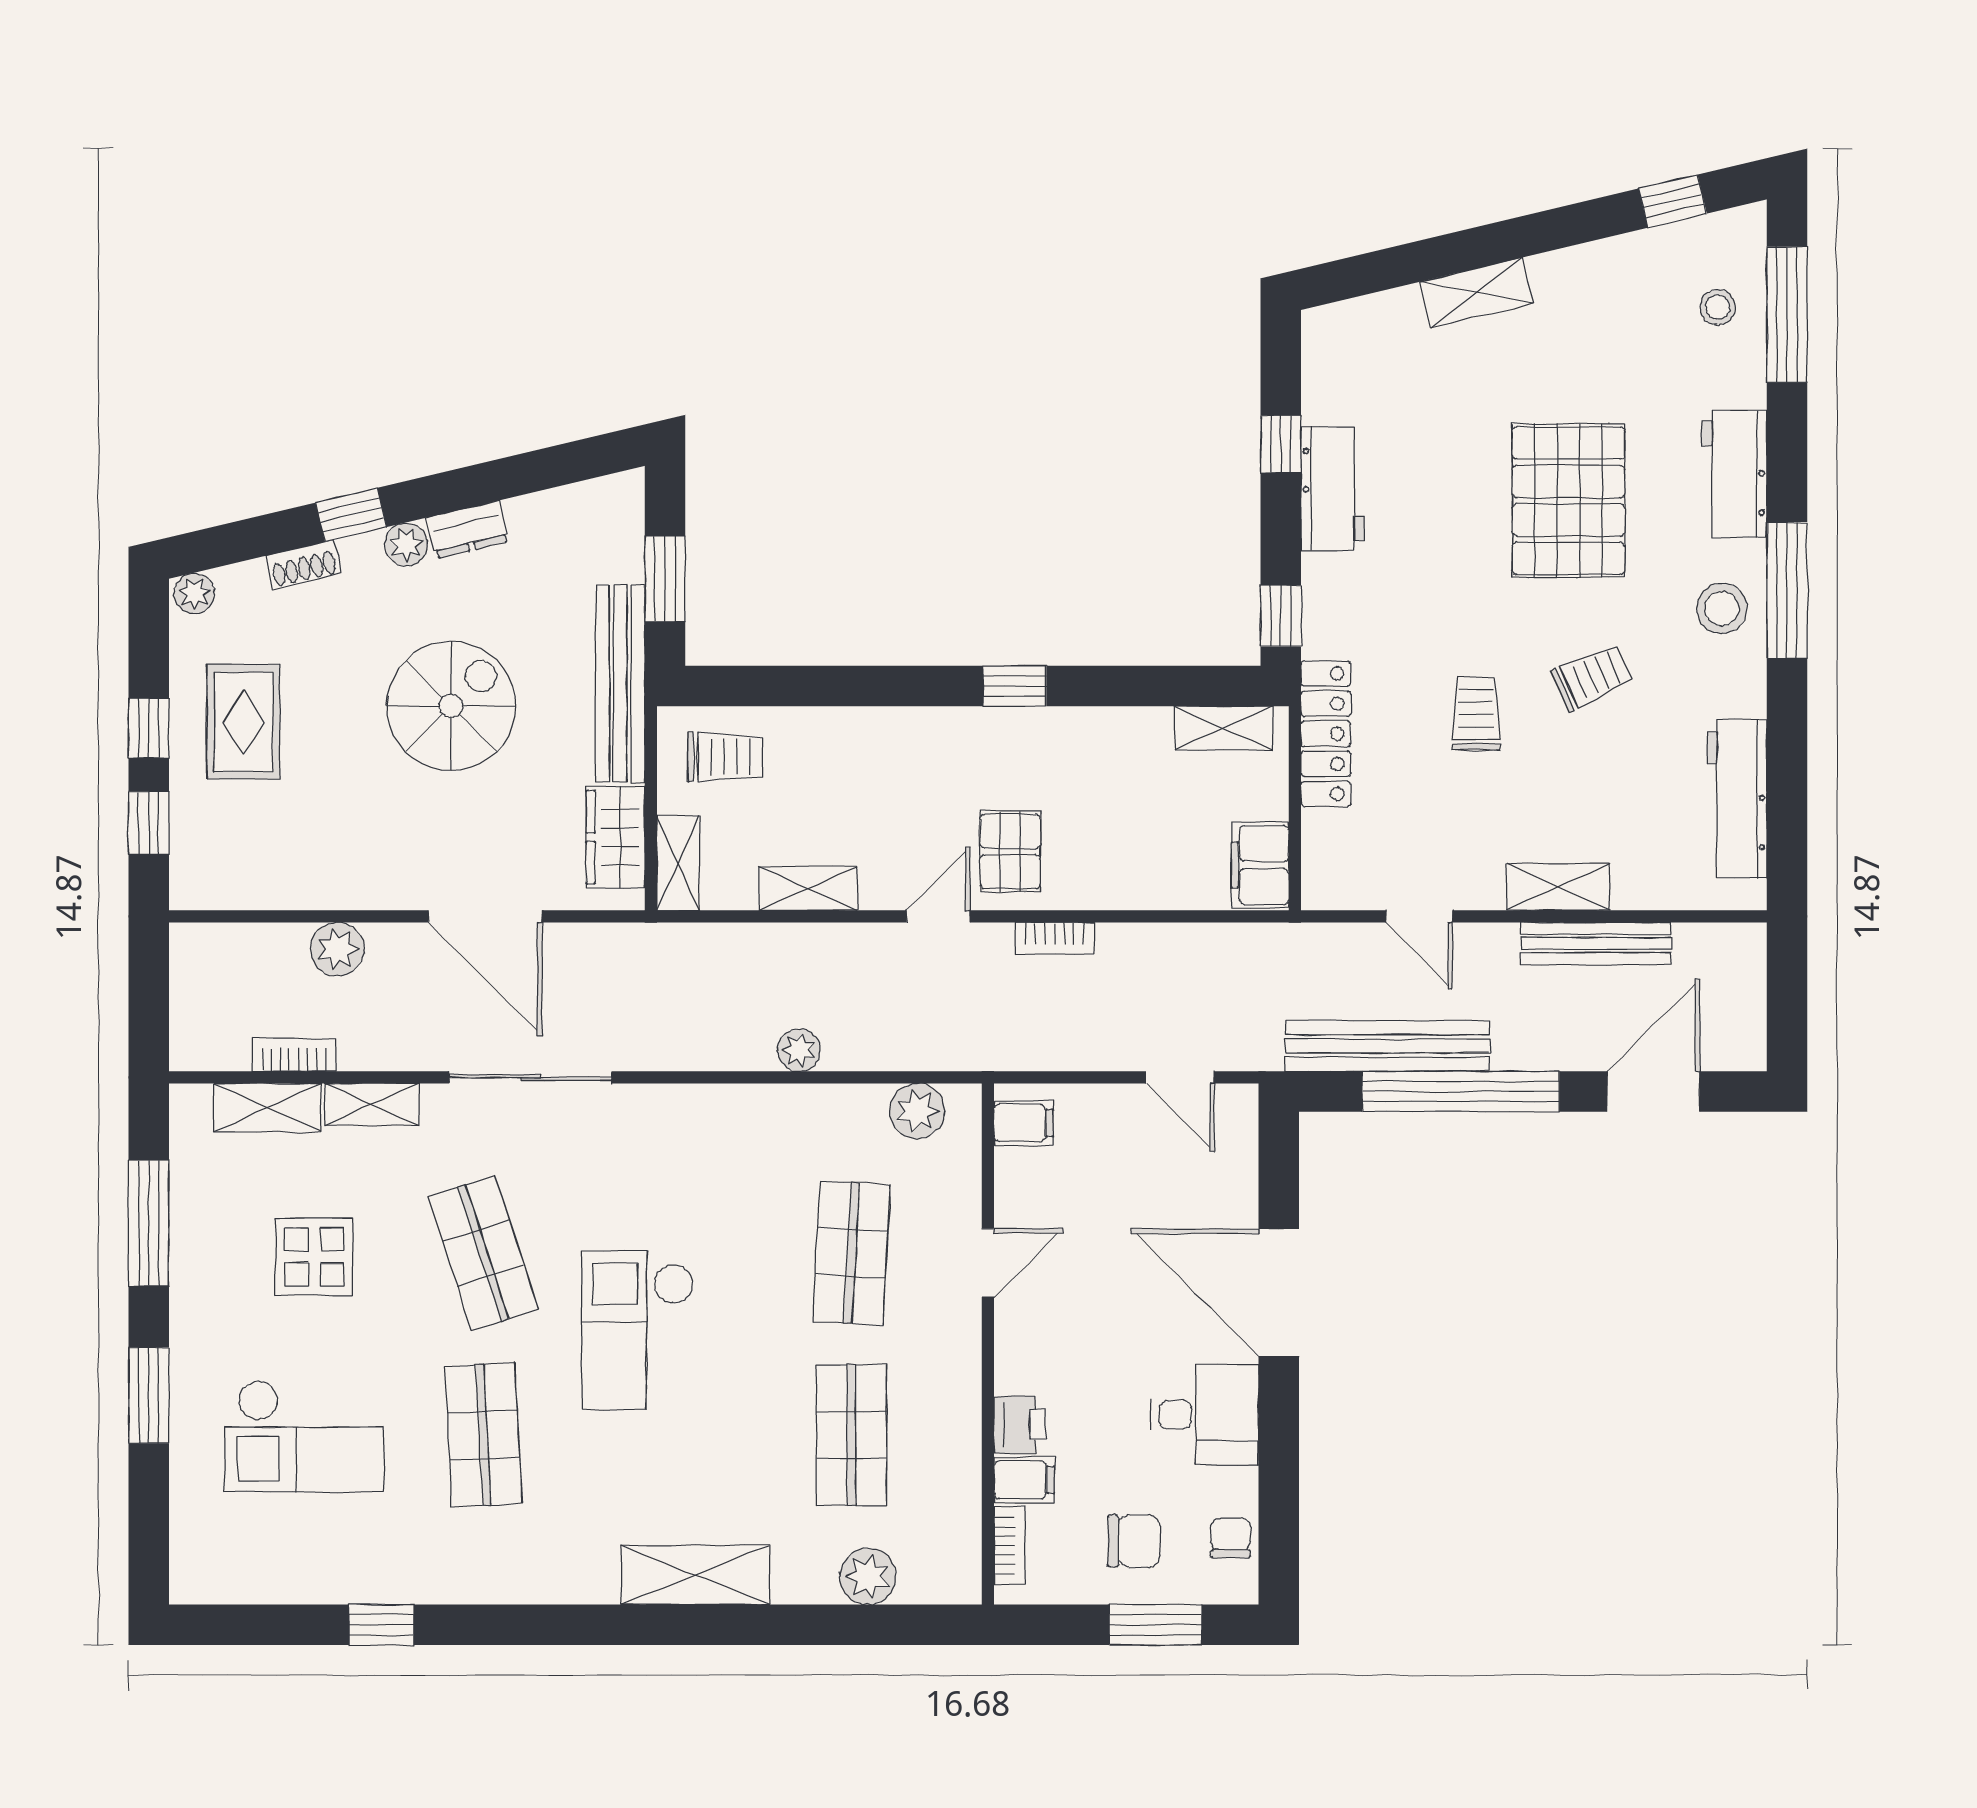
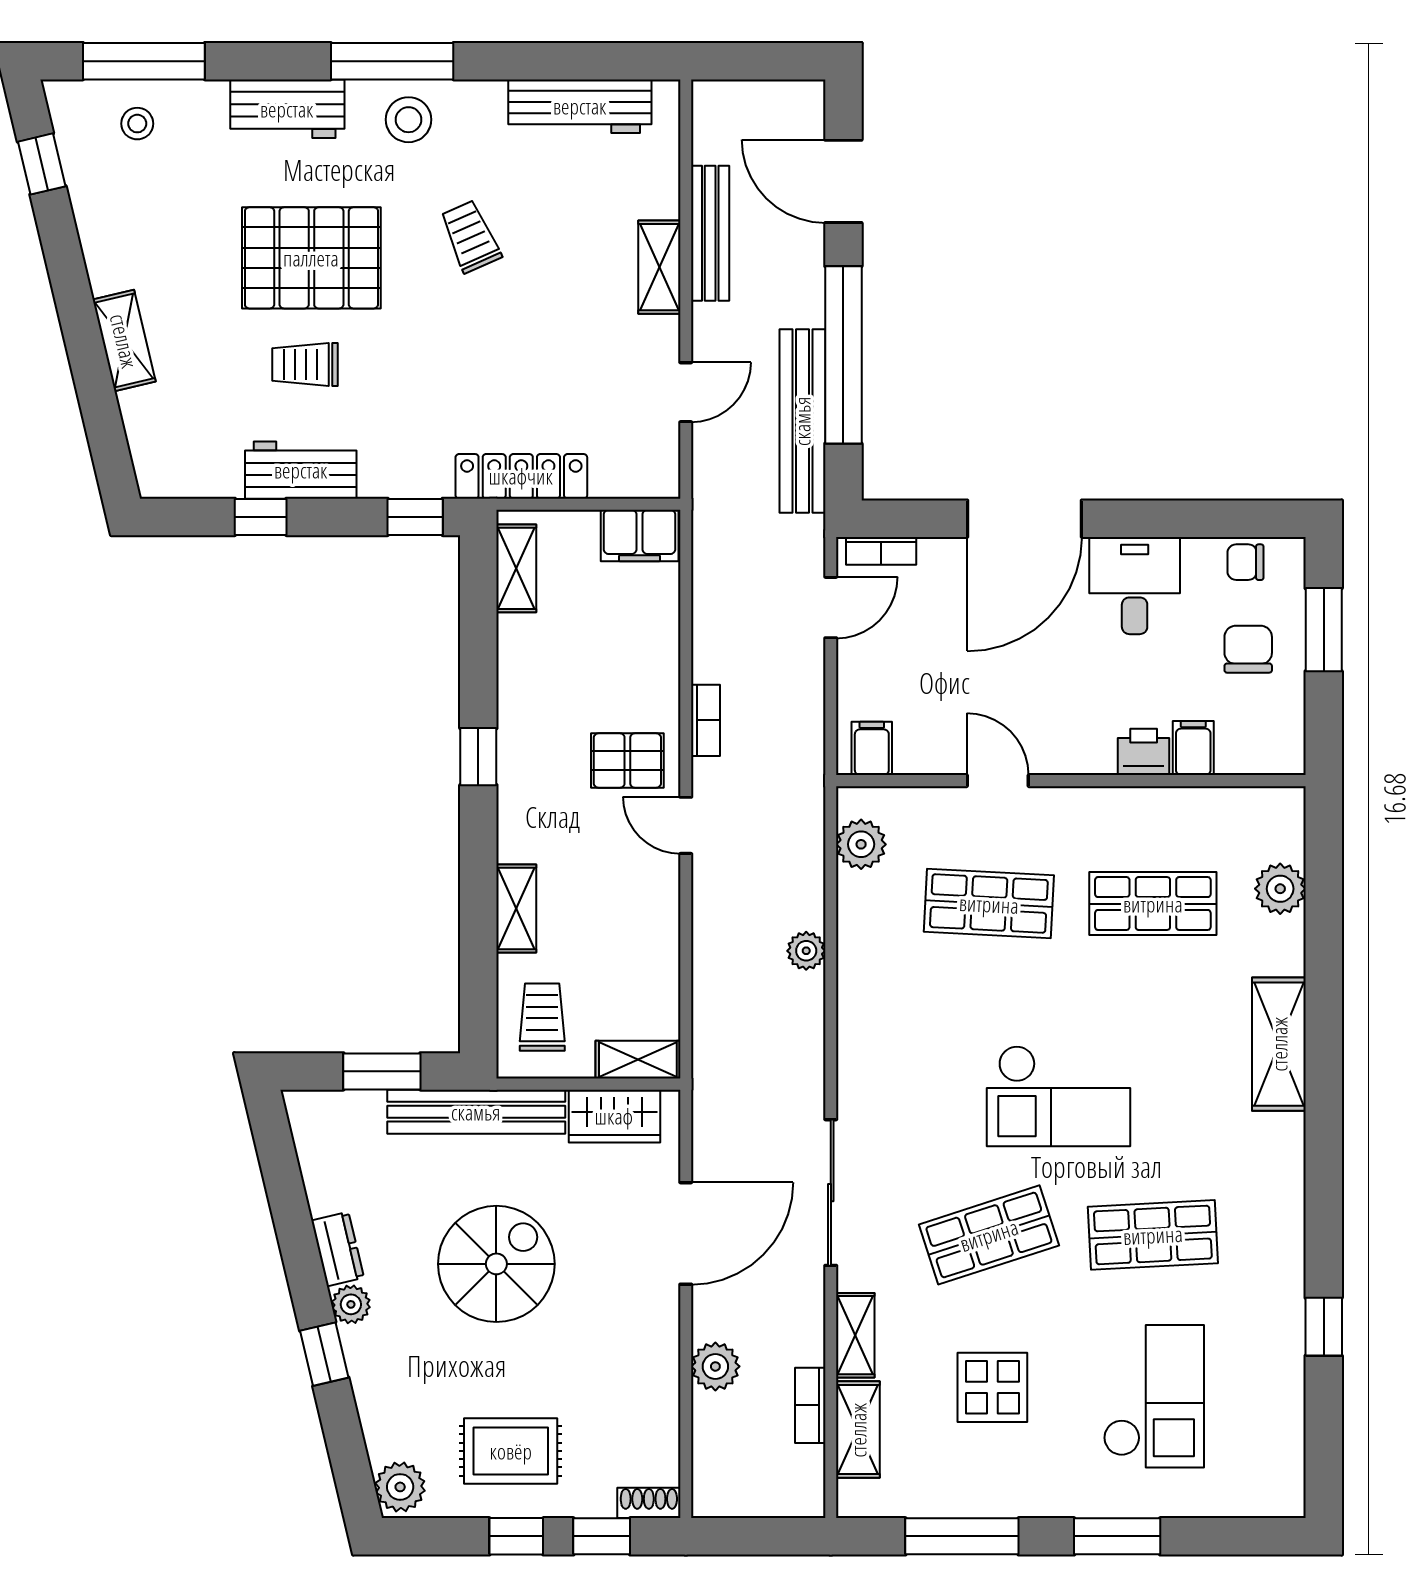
shoe rack: (303, 564) -> (649, 1503), moved, turned -77
plant: (194, 593) -> (400, 1487), width x1.38, depth x1.38
spiral stairs: (451, 706) -> (496, 1264), turned 90
trolley: (1476, 713) -> (305, 364), moved
shelving: (808, 888) -> (516, 908), moved
bookcase: (1010, 1545) -> (881, 551), moved, turned 180

